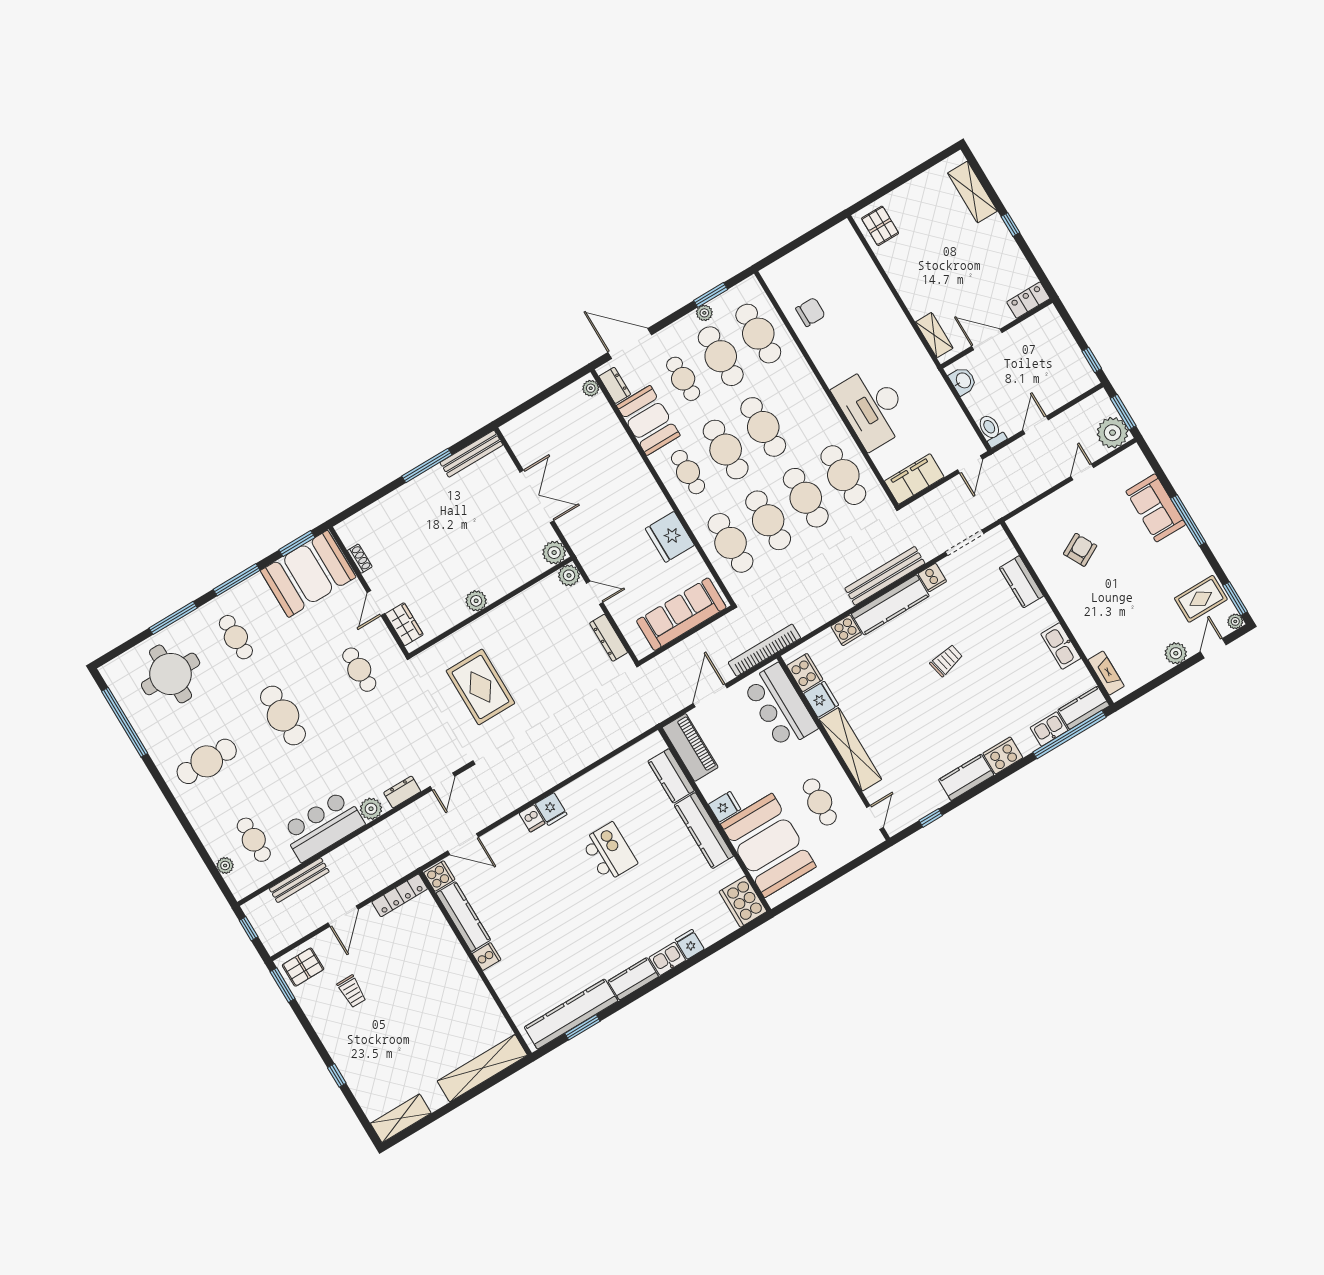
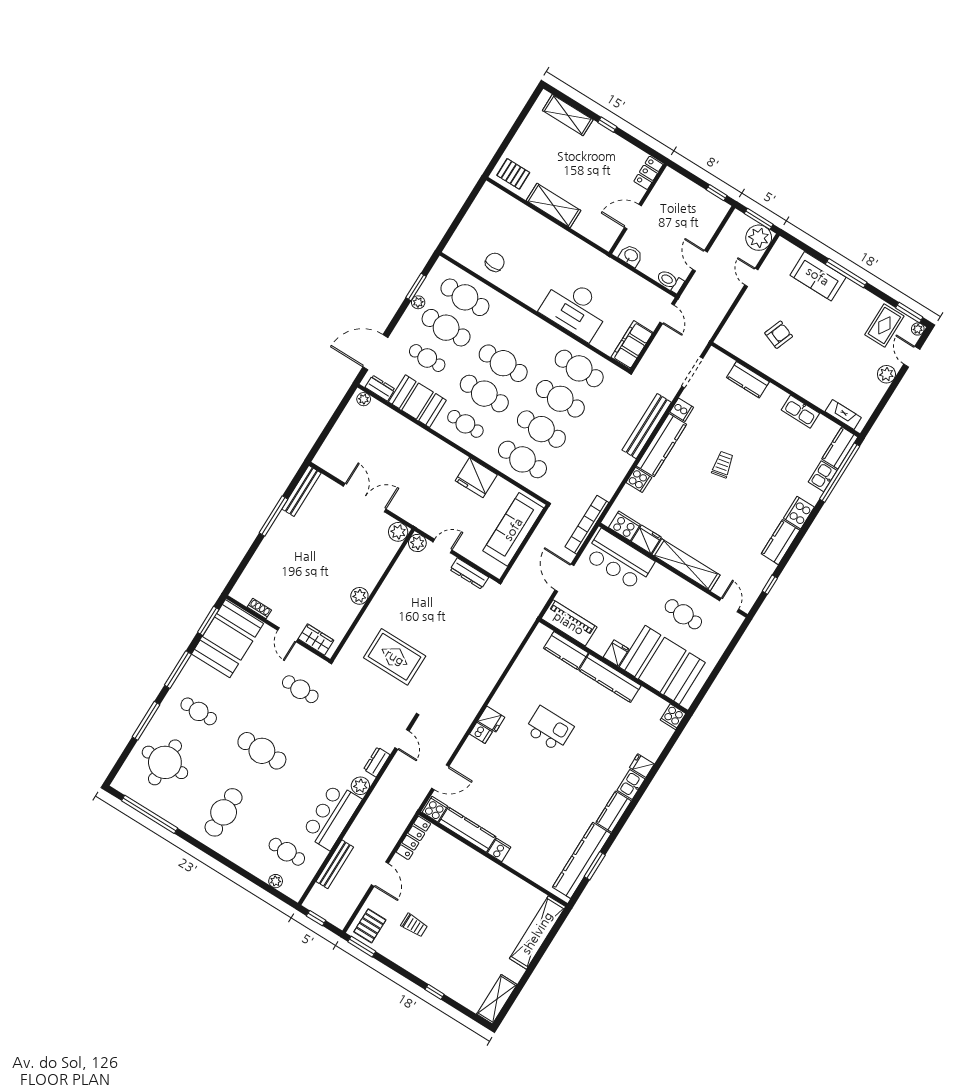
shelving: (934, 335) -> (554, 205), moved, width x1.50, depth x1.33
armchair: (1080, 550) -> (779, 335), turned 49
cooker: (743, 902) -> (673, 717), width x0.53, depth x0.76

